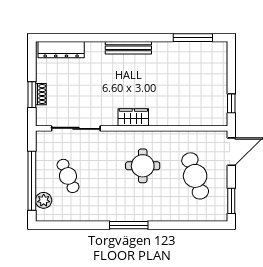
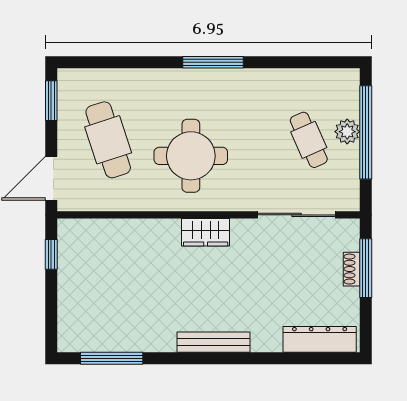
window: (32, 95) -> (366, 268), width x1.44
round table: (143, 166) -> (191, 156), width x1.36, depth x1.36
plant: (44, 200) -> (347, 132), moved

